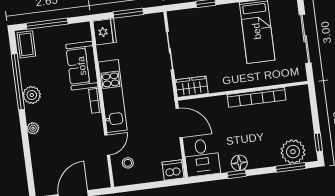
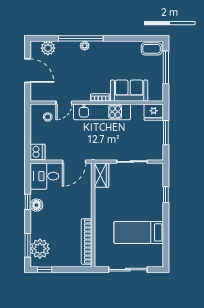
window: (18, 82) -> (81, 38), moved
plant: (32, 95) -> (48, 48), moved
bookcase: (257, 97) -> (87, 242), moved
door: (107, 145) -> (64, 103), hinge flipped

